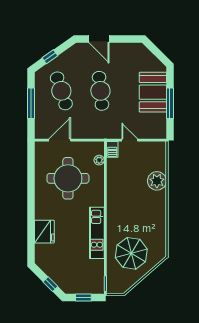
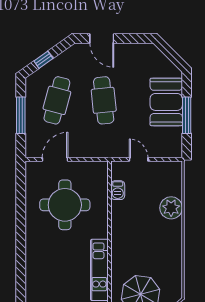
cafe table: (61, 91) -> (57, 100), turned 33
barbecue: (112, 149) -> (118, 190), moved
plant: (99, 160) -> (102, 183), removed
fridge: (44, 232) -> (37, 268), removed

